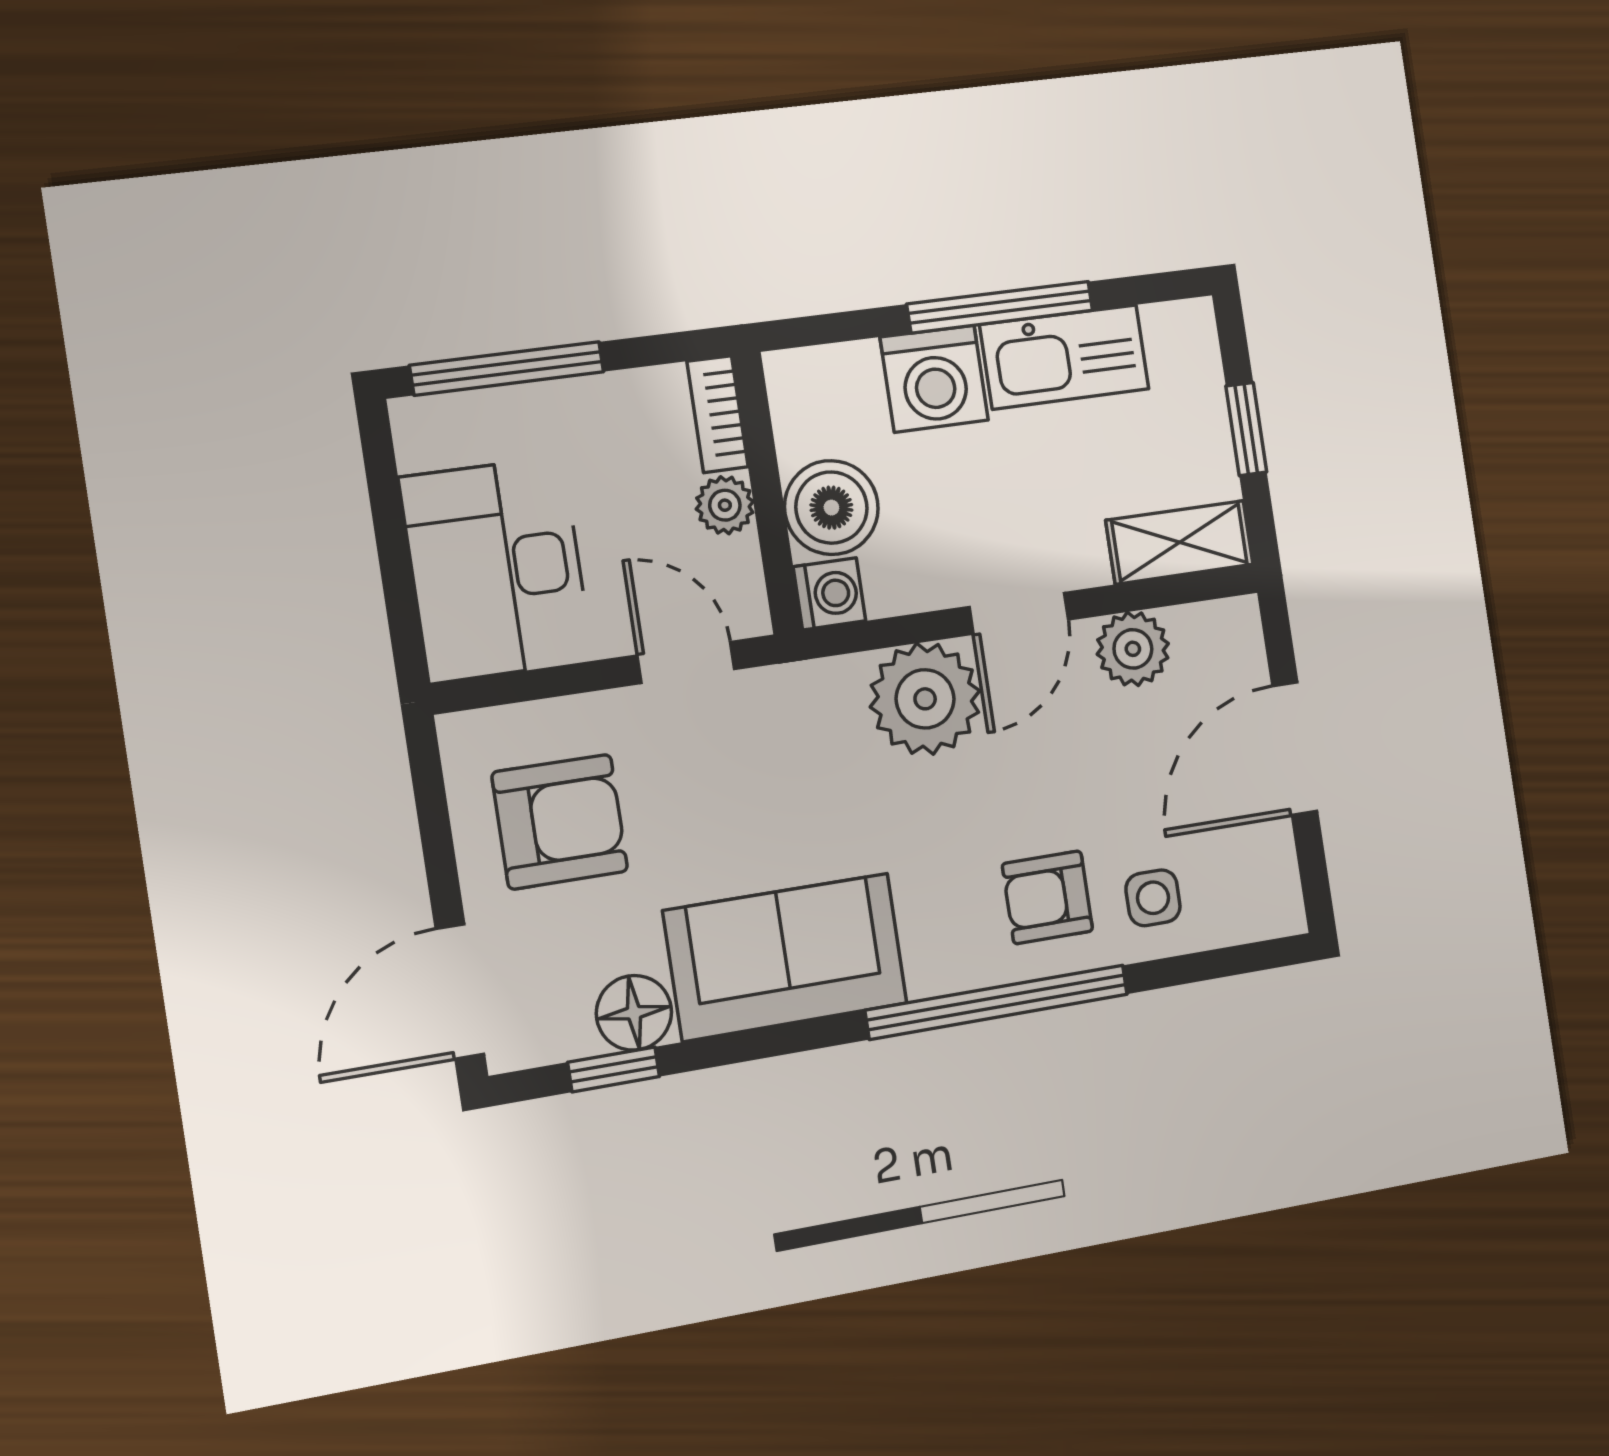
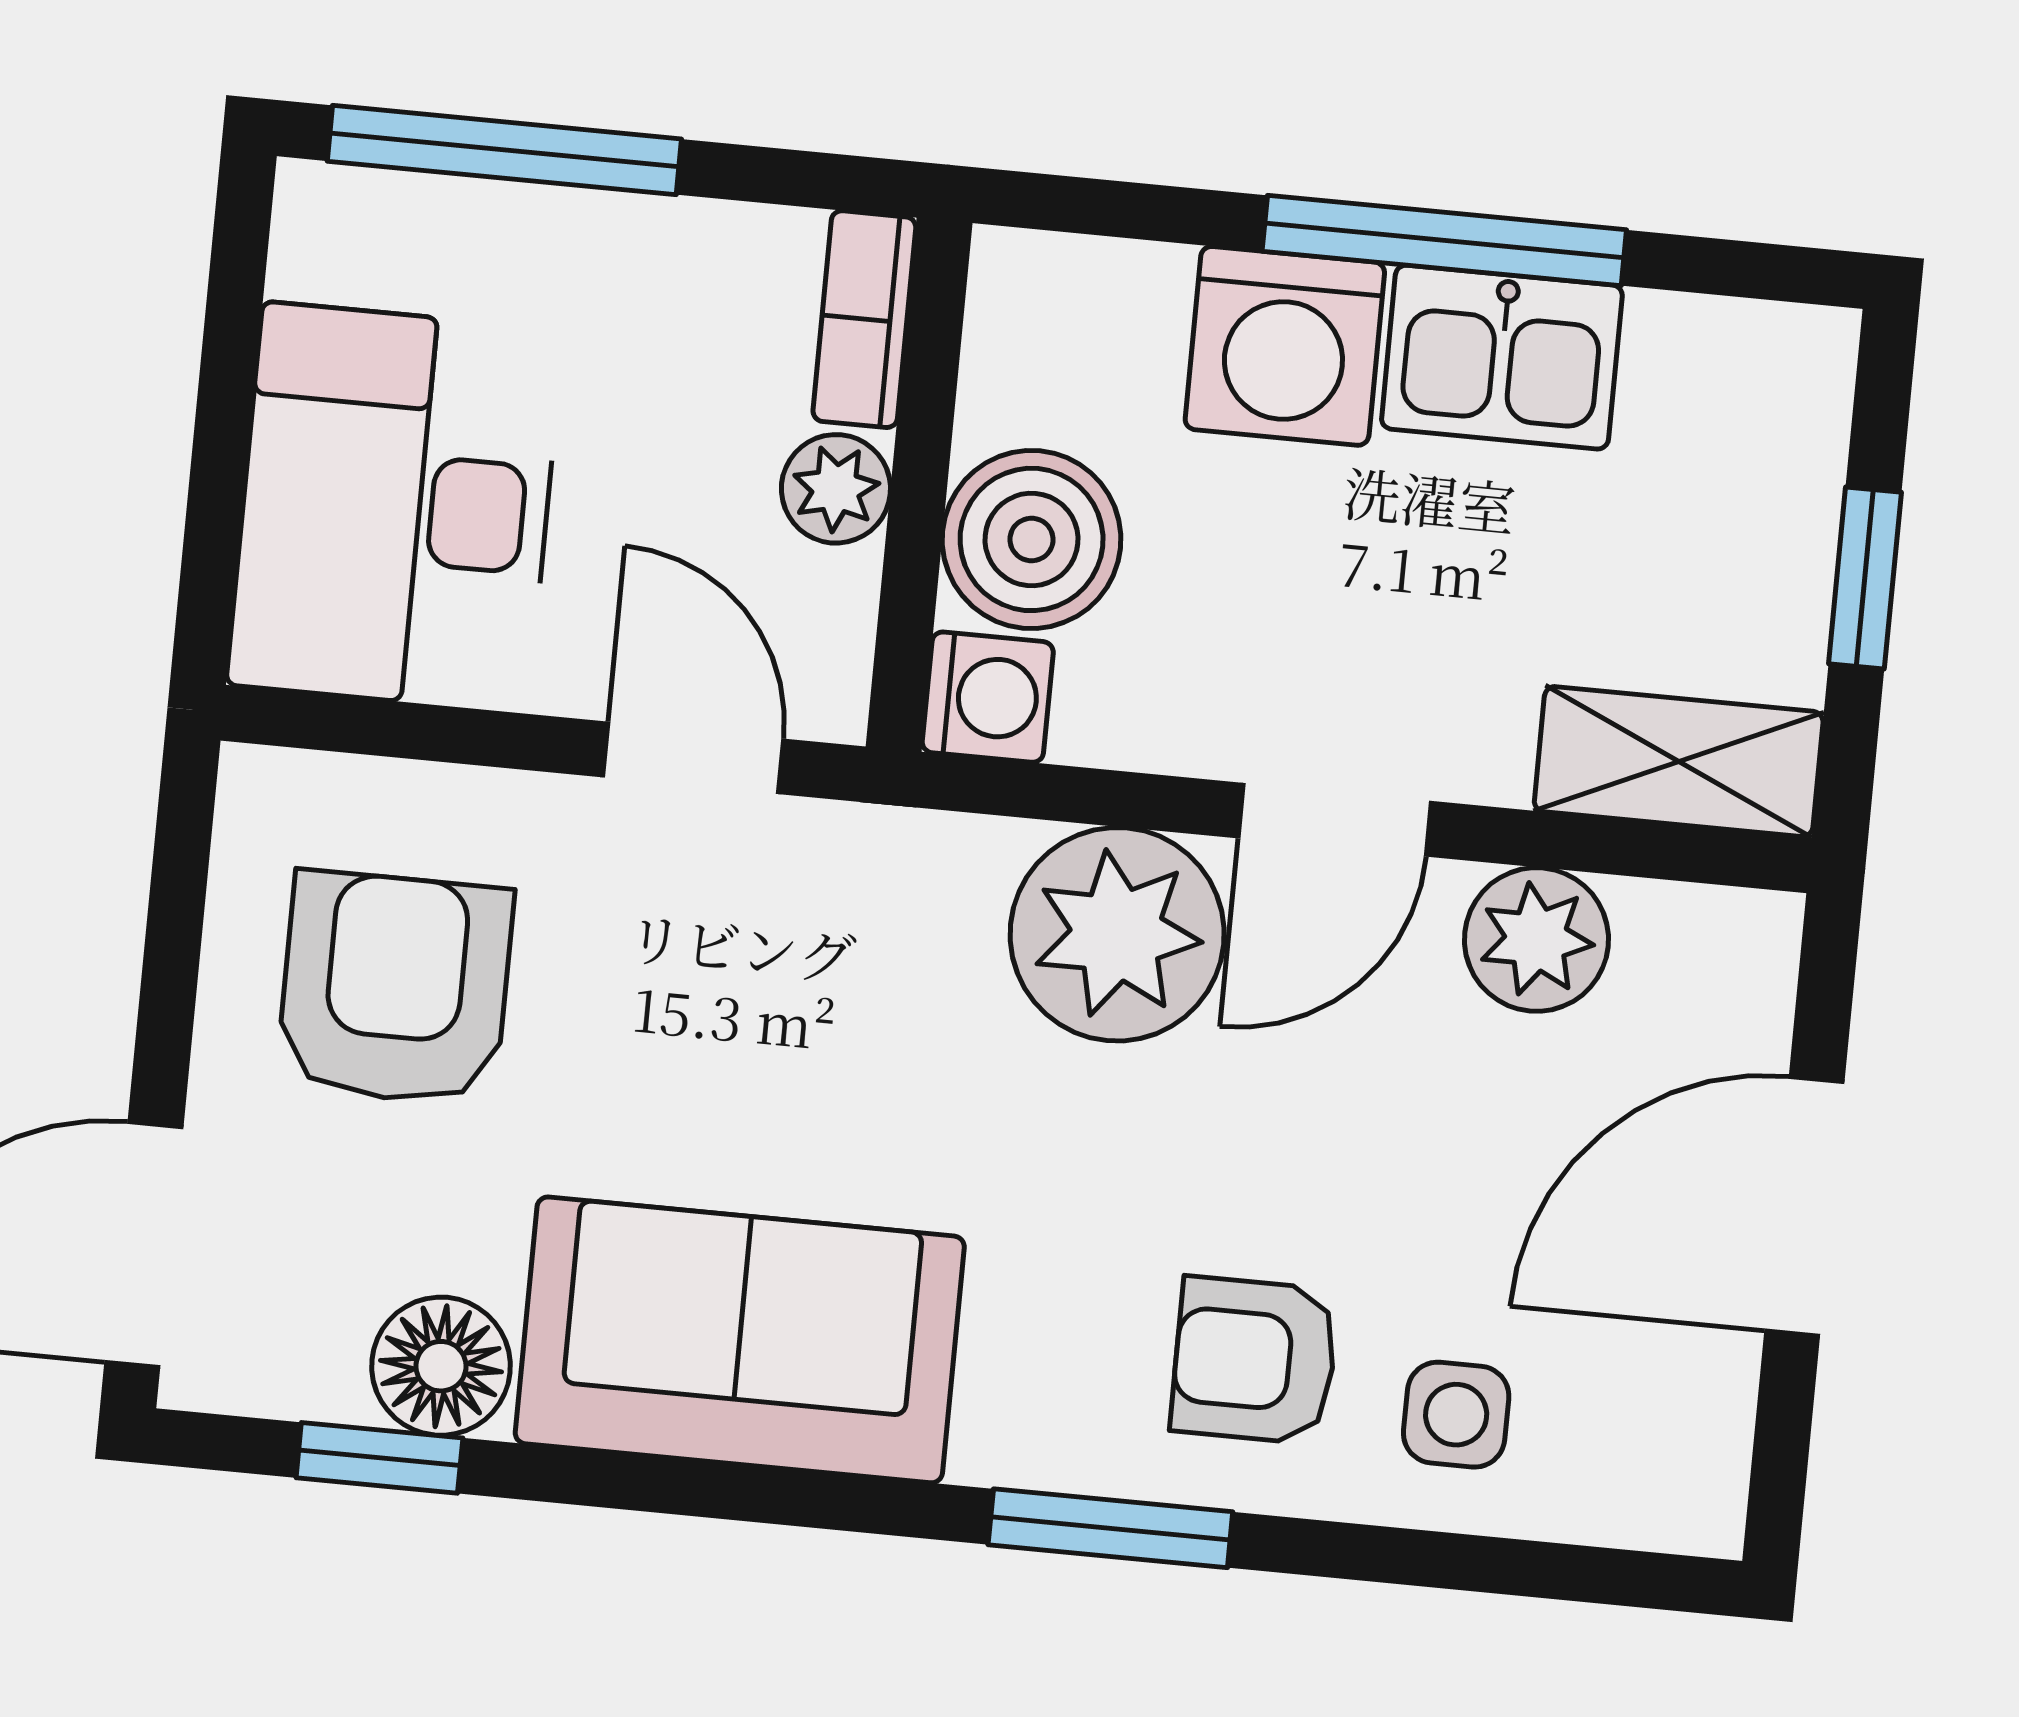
kitchen sink: (1065, 357) -> (1502, 357), width x0.73
armchair: (560, 822) -> (395, 988), turned -90
window: (997, 1002) -> (1110, 1528), width x0.47

